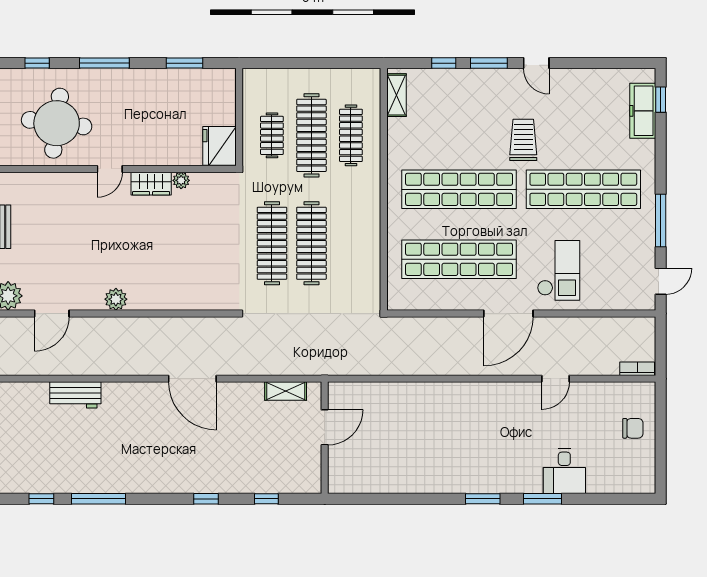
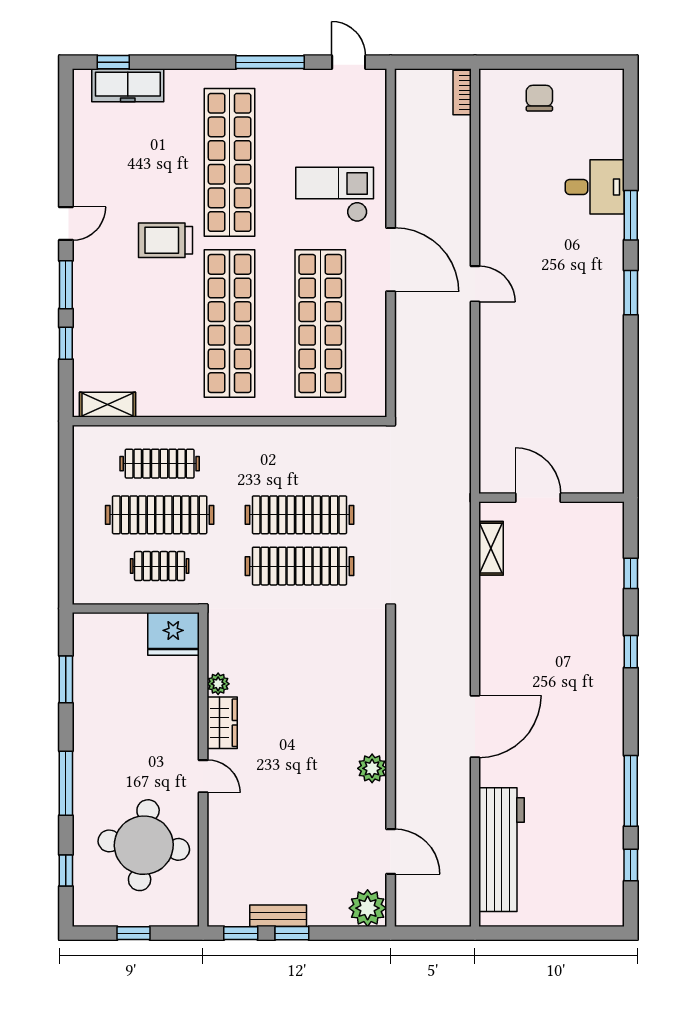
door: (192, 379) -> (475, 727), moved
door: (555, 379) -> (475, 284), moved
workbench: (75, 395) -> (502, 850), width x1.88, depth x1.32

